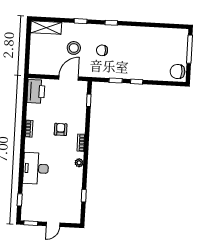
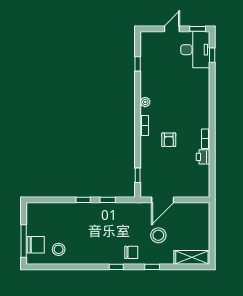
stool: (160, 40) -> (59, 249), added
chair: (102, 50) -> (131, 252), moved
chair: (178, 72) -> (36, 245), moved
printer: (36, 91) -> (203, 157), moved, width x0.53, depth x0.68
desk: (36, 168) -> (195, 50), moved

